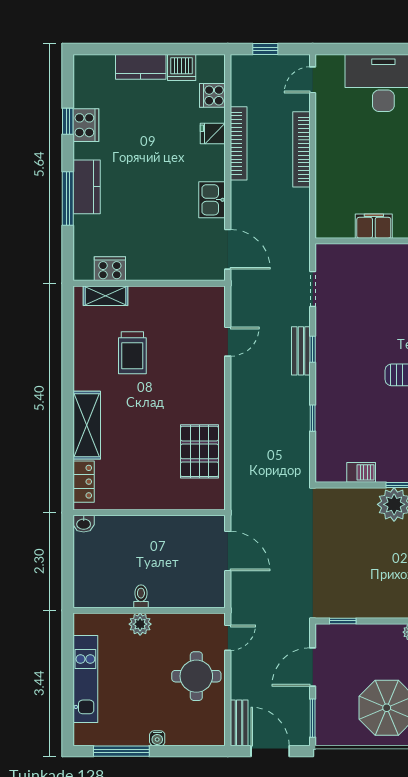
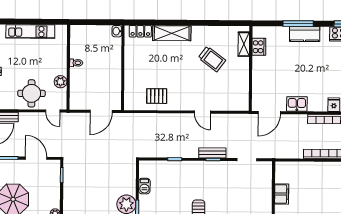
door: (228, 342) -> (202, 112), moved
trolley: (132, 353) -> (212, 59), turned -143
pallet: (200, 451) -> (157, 96), width x0.67, depth x0.71
plant: (140, 624) -> (61, 82), moved

